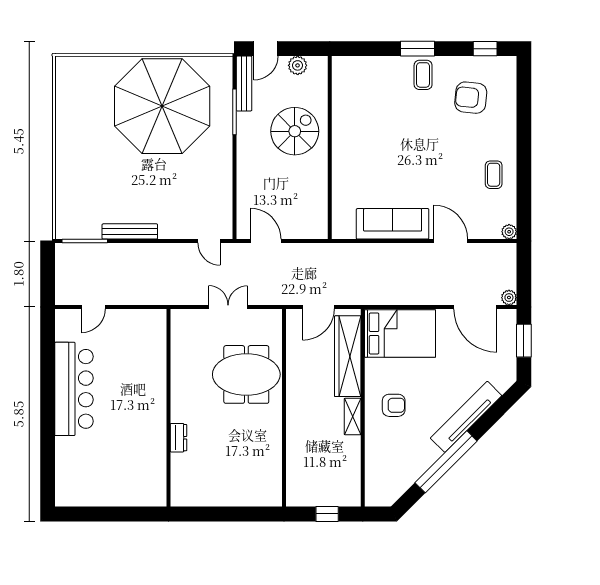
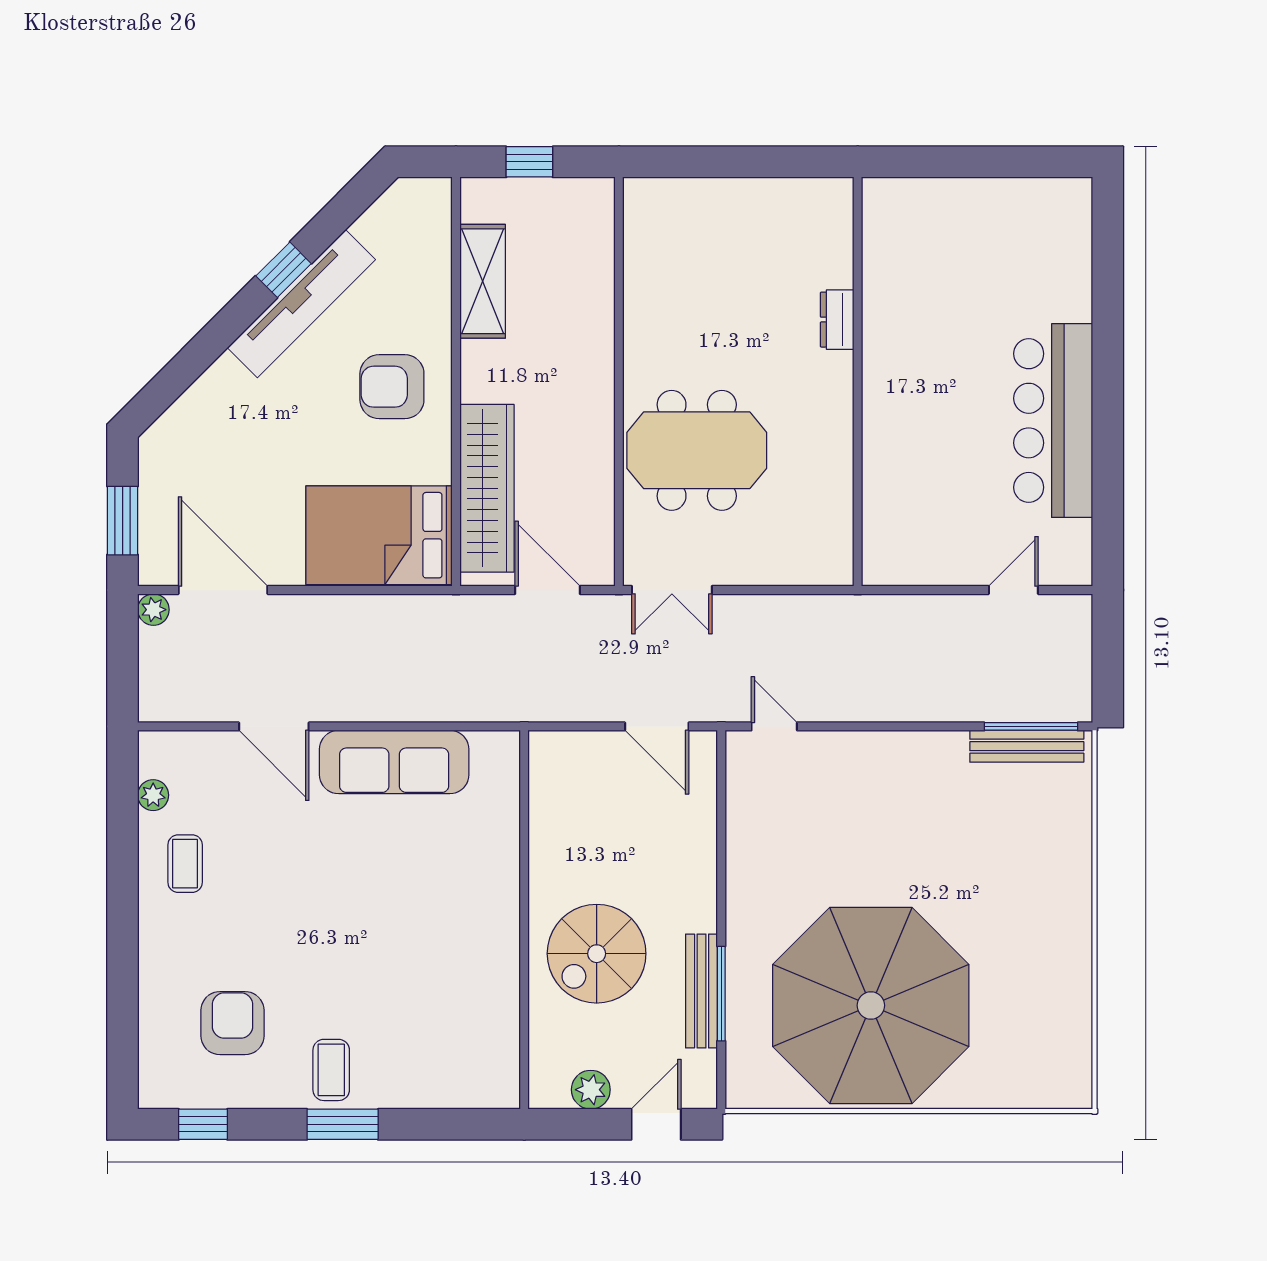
bench: (244, 84) -> (702, 991), moved
armchair: (471, 98) -> (232, 1023), turned -96
bench: (130, 231) -> (1027, 746), moved
plant: (509, 232) -> (153, 795), moved
double door: (228, 307) -> (672, 590), moved
door: (318, 307) -> (547, 590), hinge flipped
armchair: (394, 405) -> (392, 387), width x1.38, depth x1.38
shelving: (353, 417) -> (483, 281), moved, width x1.50, depth x1.33
tv unit: (466, 417) -> (301, 304), moved
window: (446, 462) -> (284, 270), width x0.32

